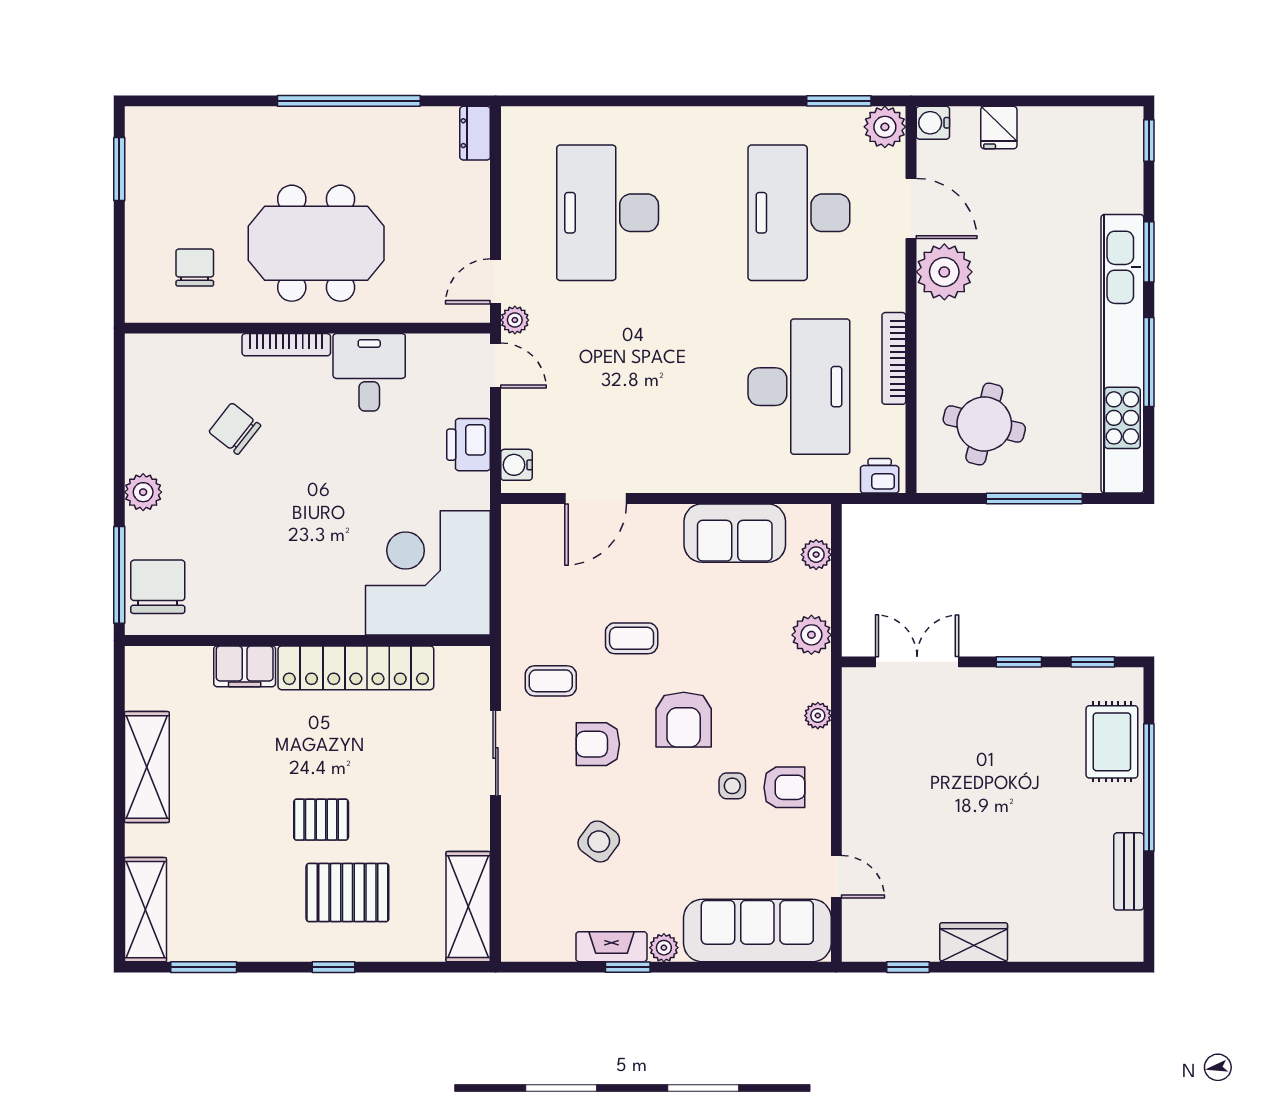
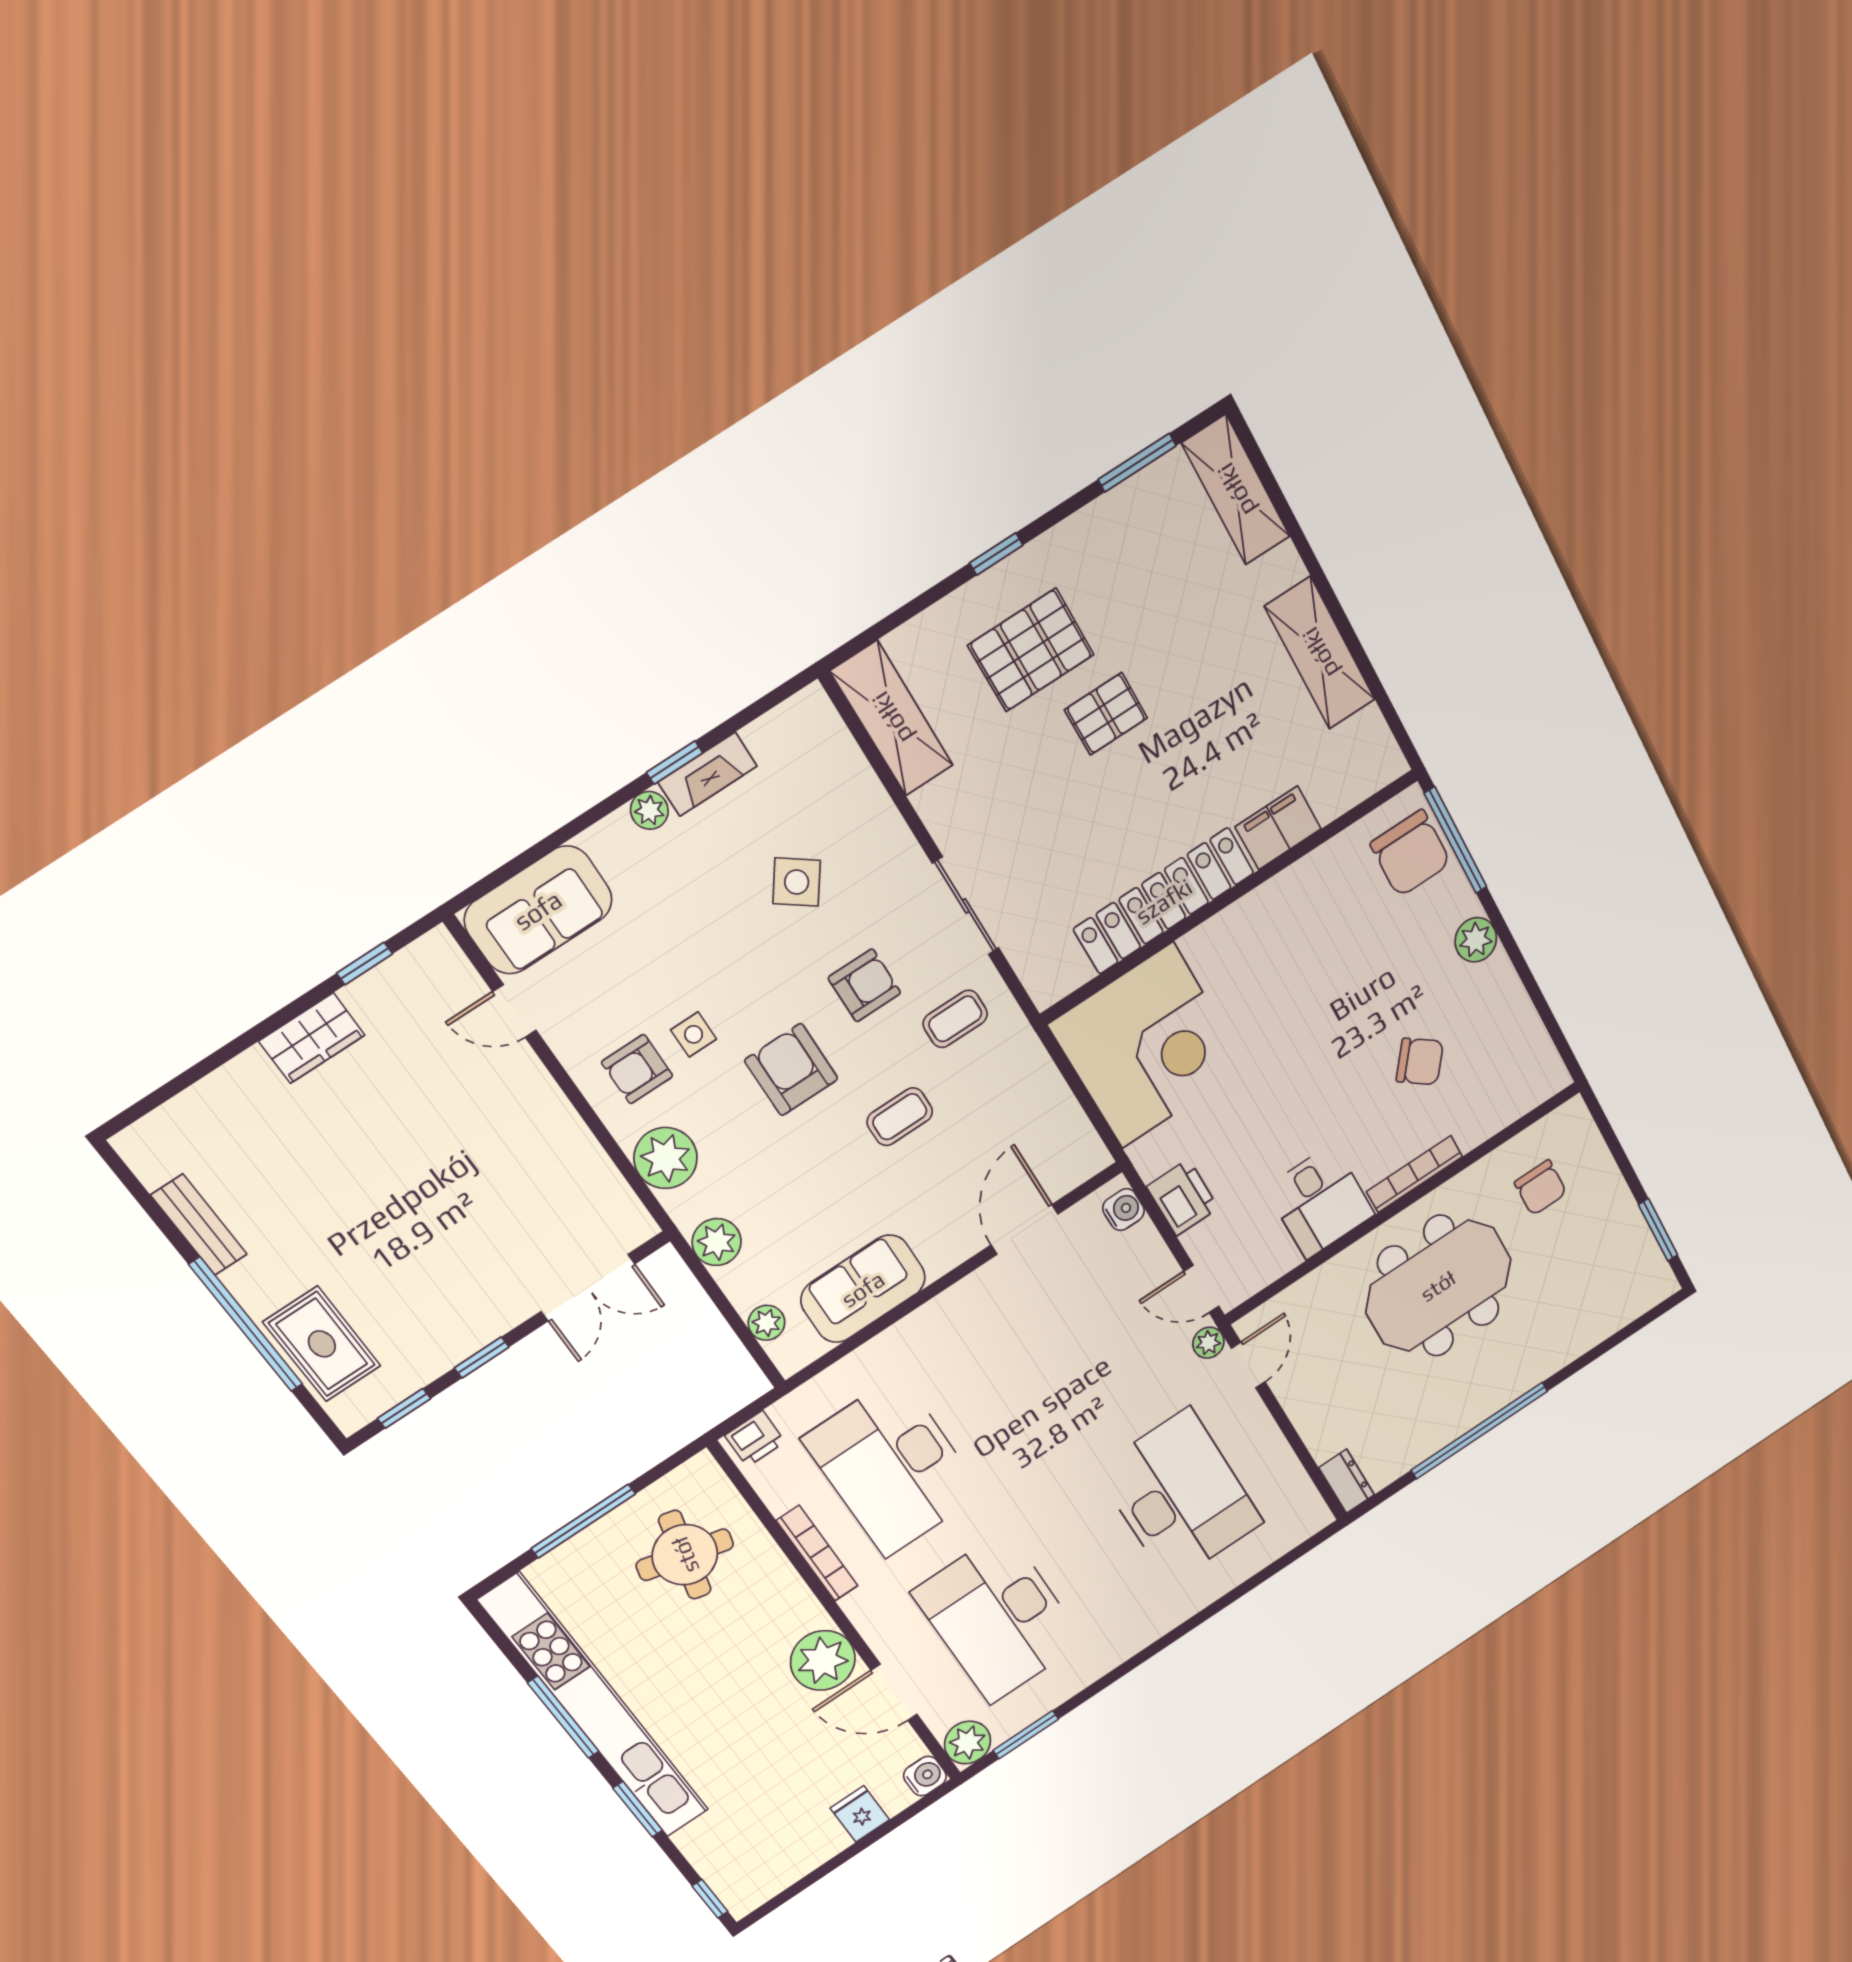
desk: (799, 213) -> (998, 1617), turned 180
plant: (818, 716) -> (666, 1158), width x1.87, depth x1.87
sofa: (757, 930) -> (538, 910), width x0.73

